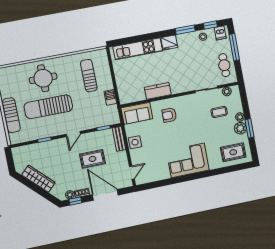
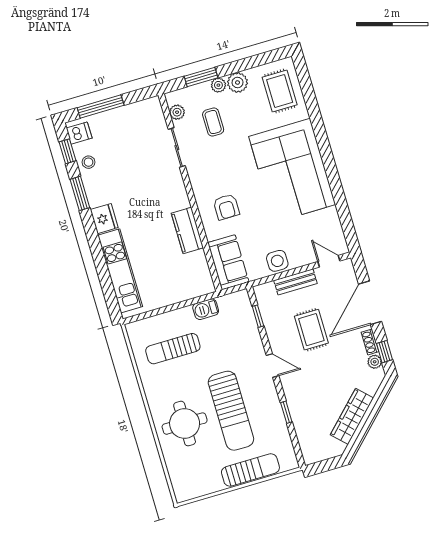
cafe table: (224, 65) -> (133, 121), removed
window: (249, 128) -> (201, 77), moved
bench: (119, 139) -> (295, 282), moved
corner sofa: (188, 160) -> (292, 170), width x1.36, depth x1.36

